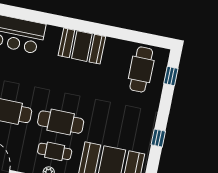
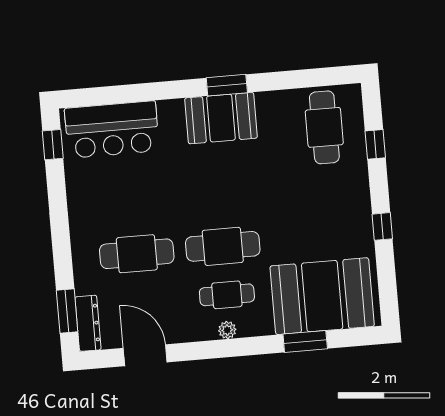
window: (91, 28) -> (227, 85), added
window: (171, 76) -> (375, 144), moved

